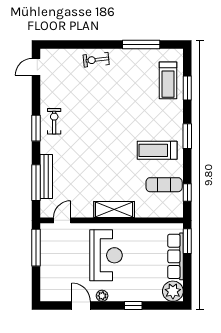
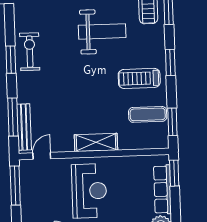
weight bench: (124, 104) -> (102, 31), added
exercise bike: (54, 121) -> (30, 52), width x1.38, depth x1.39
bench: (46, 176) -> (24, 127), moved
window: (187, 193) -> (172, 122), width x1.50

